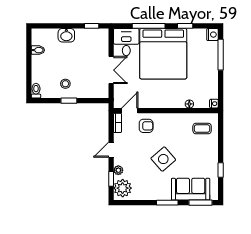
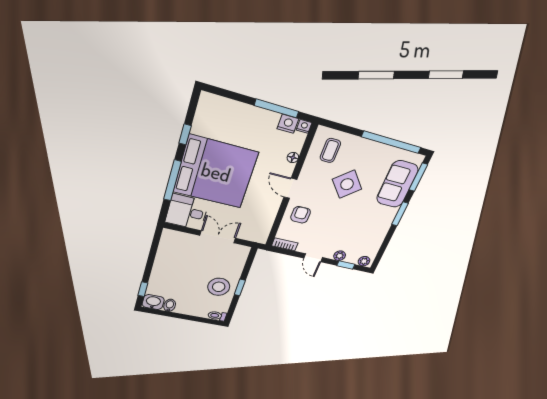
window: (92, 26) -> (143, 289), moved
washbasin: (66, 35) -> (153, 302), moved, turned -90
nightstand: (212, 35) -> (288, 124), moved
window: (221, 55) -> (277, 108), moved
stool: (65, 84) -> (219, 287), width x1.89, depth x1.89
door: (130, 111) -> (290, 188), moved
side table: (163, 159) -> (347, 184), moved
window: (221, 170) -> (391, 142), width x3.17
plant: (123, 188) -> (364, 261), width x0.53, depth x0.53

